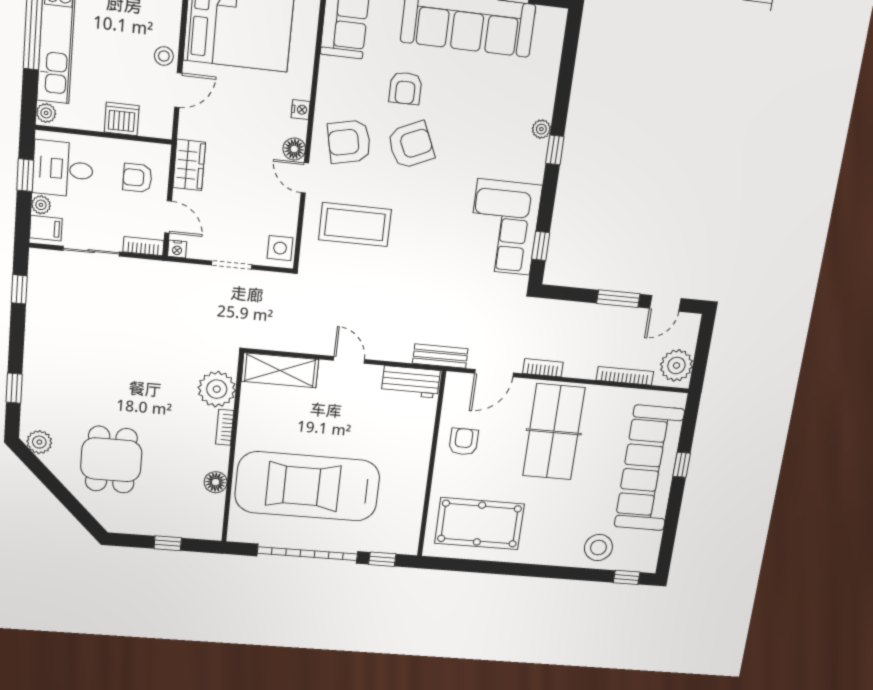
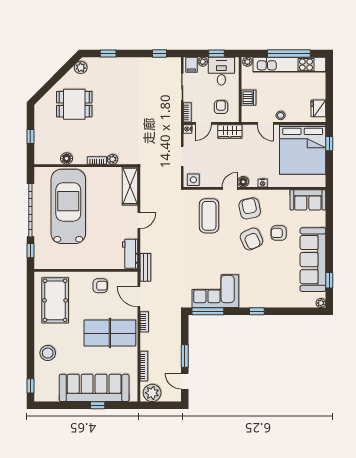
plant: (541, 129) -> (321, 303), moved
window: (541, 246) -> (208, 311), width x2.17
plant: (217, 389) -> (113, 159), width x0.53, depth x0.53
stool: (598, 548) -> (48, 353), moved

